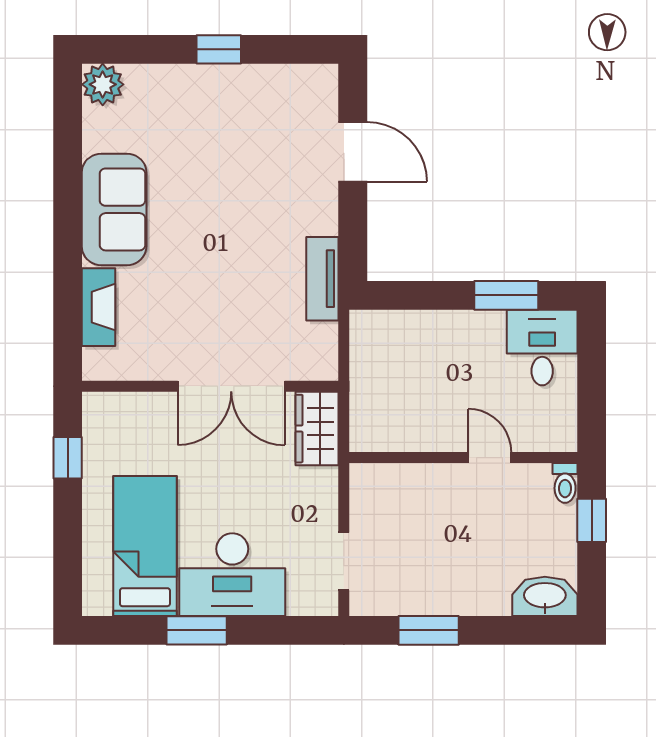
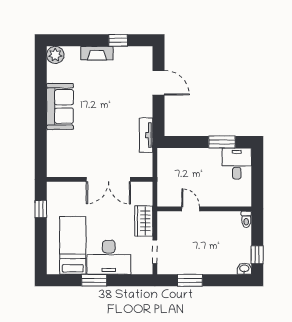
window: (219, 49) -> (118, 40), moved
fireplace: (98, 307) -> (97, 53), moved, turned 90
wardrobe: (317, 429) -> (144, 221), moved
door: (490, 458) -> (191, 209), moved
window: (592, 520) -> (257, 255), moved
washbasin: (545, 596) -> (244, 269), width x0.52, depth x0.69

